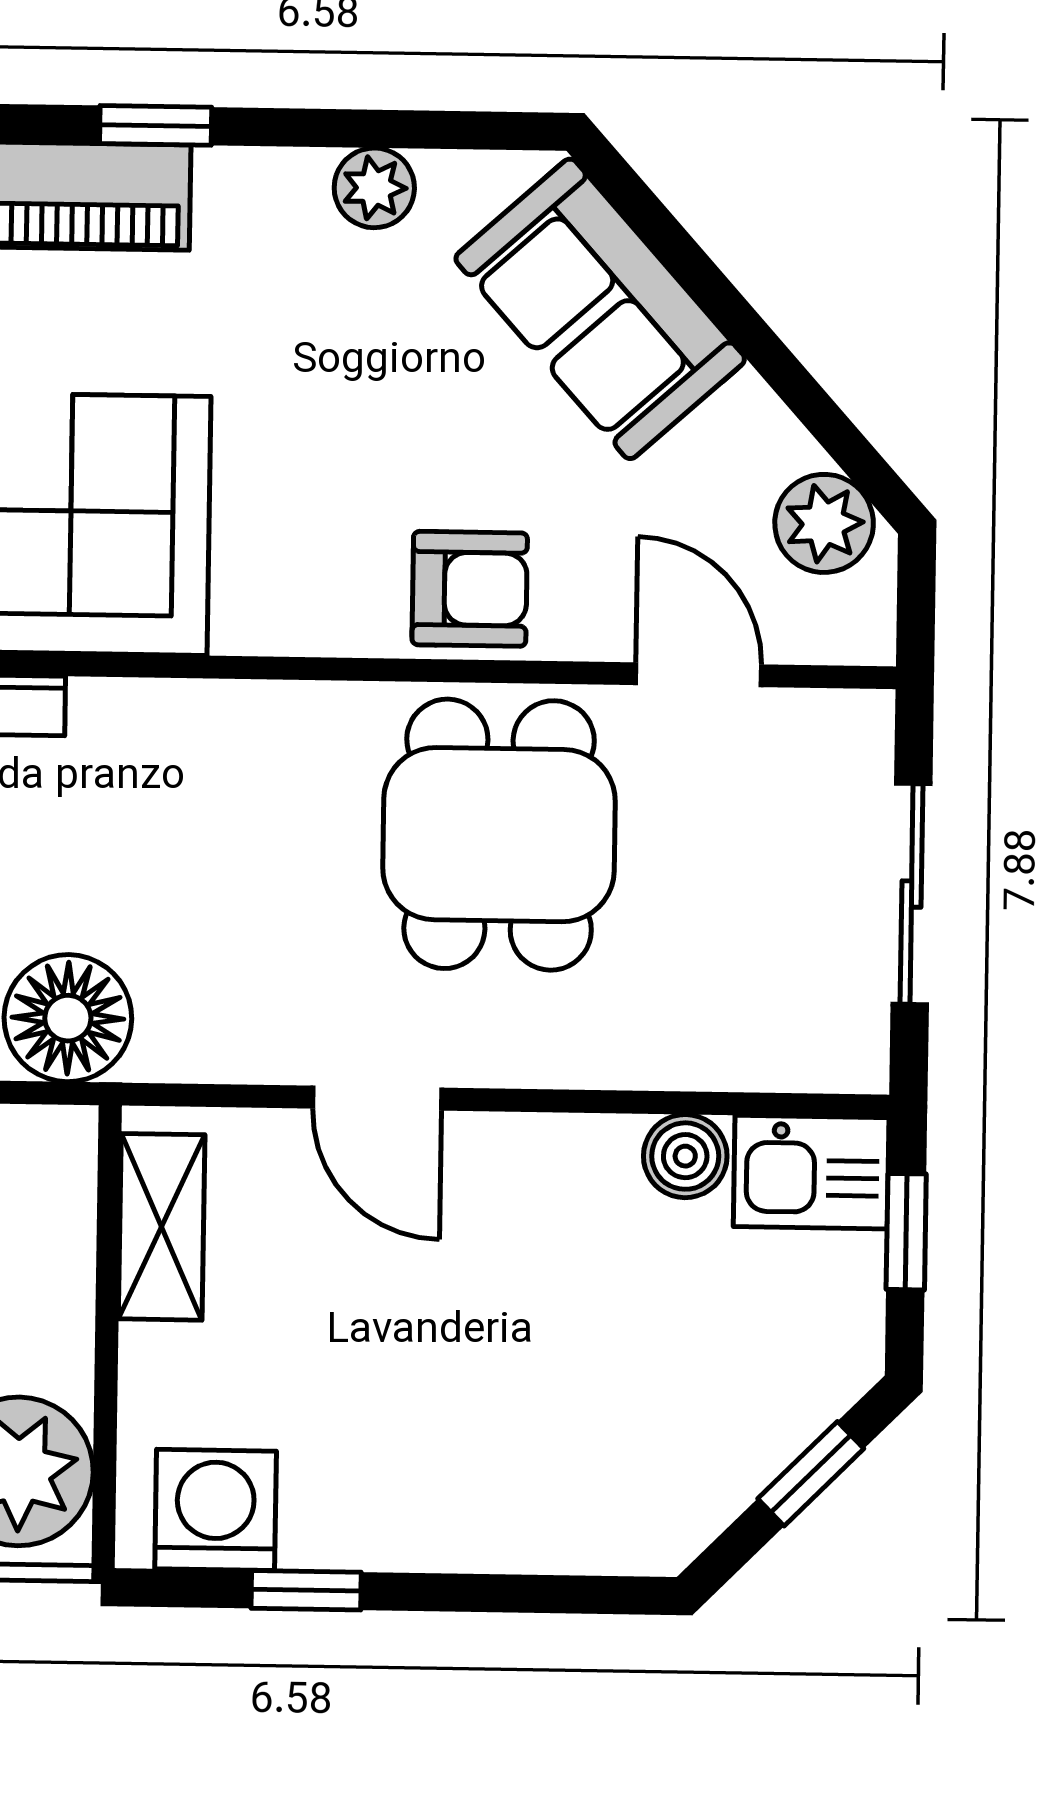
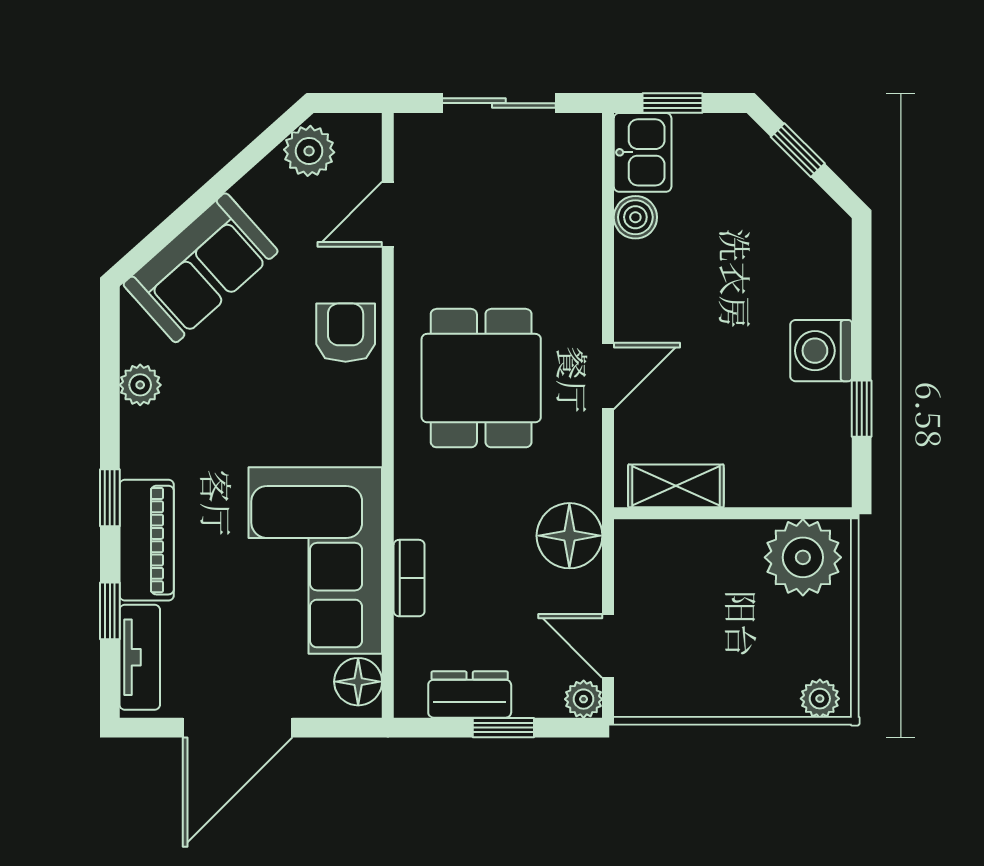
dining table: (499, 835) -> (481, 378), moved, turned 90
washing machine: (216, 1510) -> (821, 351), moved

